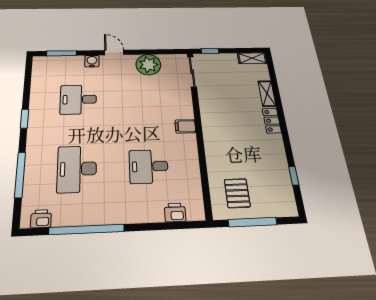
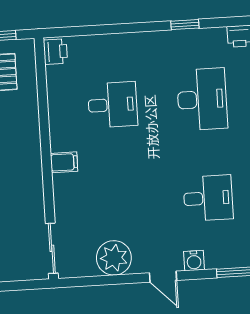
window: (210, 51) -> (24, 285), removed
printer: (175, 212) -> (55, 52), moved, turned -90
window: (87, 229) -> (185, 25), width x0.32

